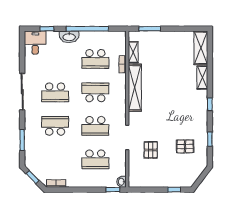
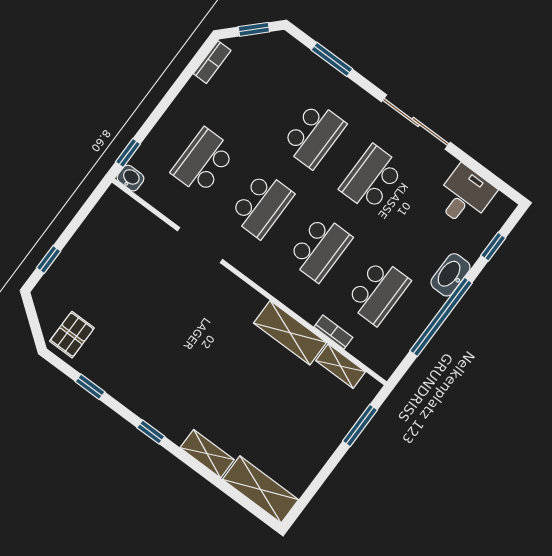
desk: (35, 43) -> (465, 196), moved, turned -90
school desk: (95, 59) -> (378, 292), turned 180
shelving: (135, 88) -> (290, 333), width x0.68
school desk: (95, 126) -> (262, 205), turned 180
pallet: (185, 146) -> (72, 335), moved
pallet: (151, 150) -> (148, 270), removed

